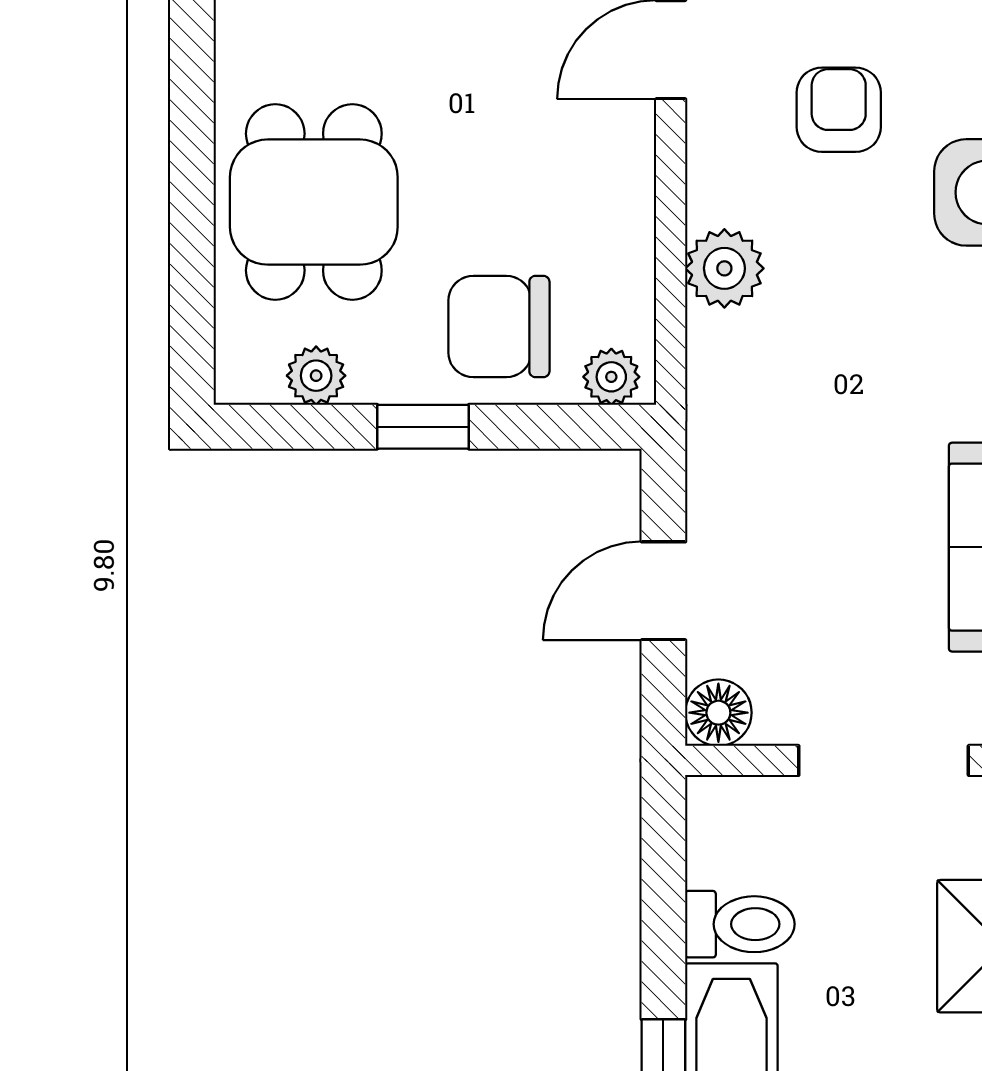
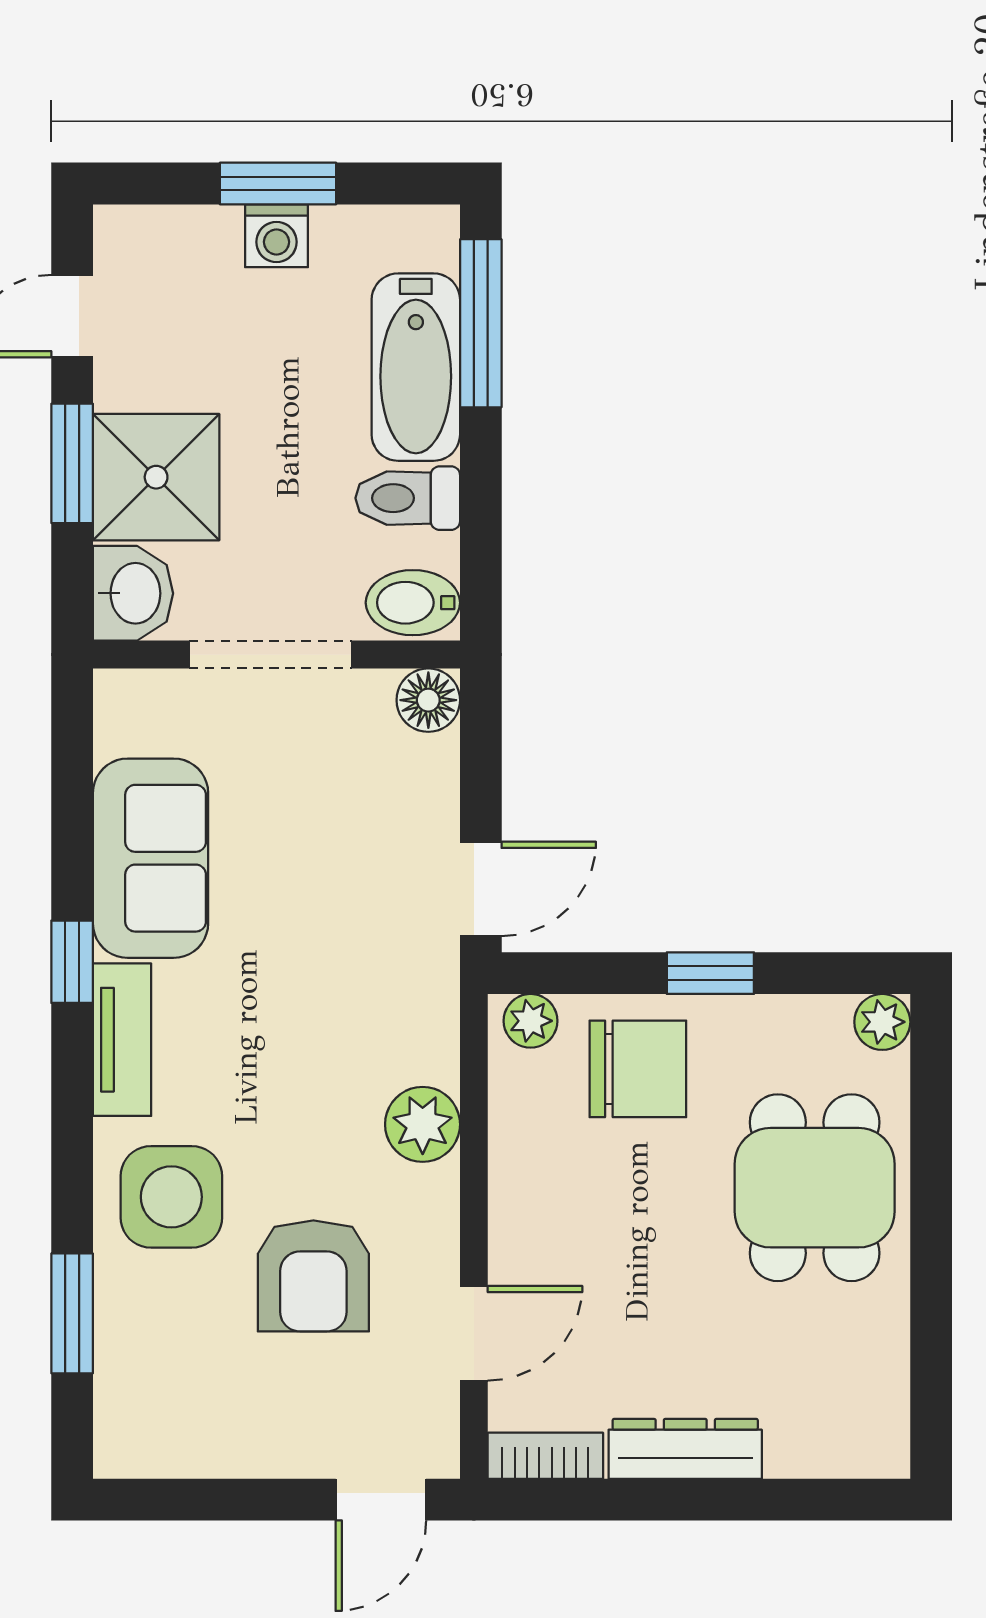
armchair: (839, 110) -> (313, 1276), width x1.38, depth x1.38
plant: (316, 376) -> (882, 1022), moved
door: (663, 591) -> (481, 889), moved
bidet: (735, 815) -> (413, 603), added

